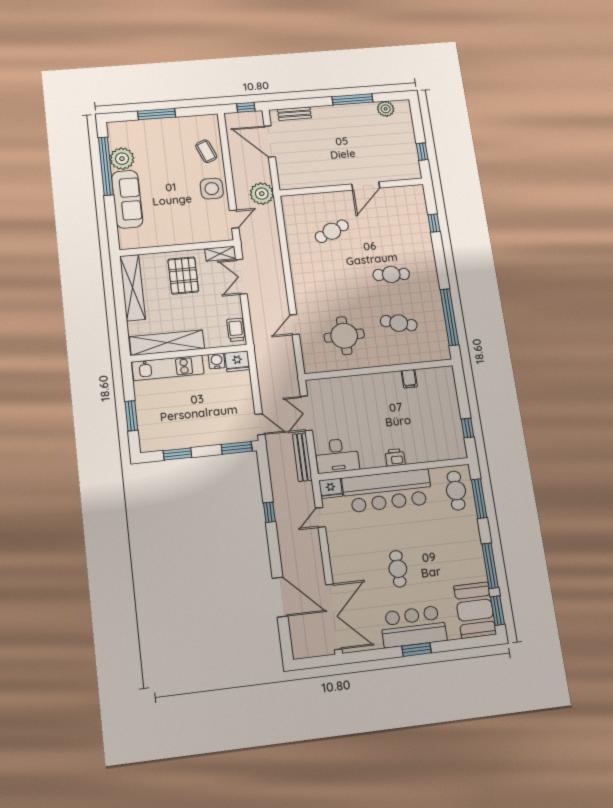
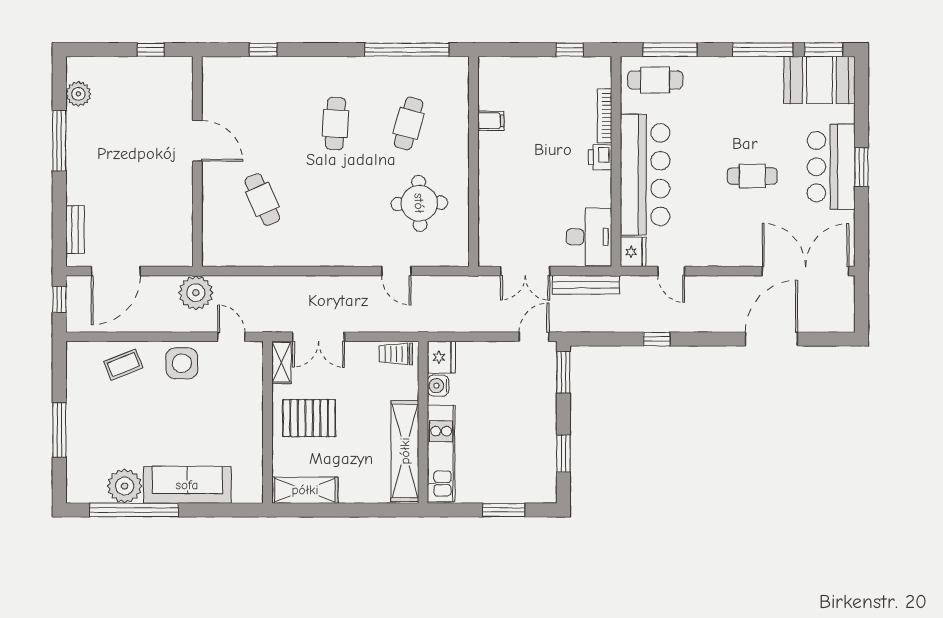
shelving: (133, 288) -> (305, 490), width x0.68
bookcase: (425, 457) -> (605, 116), added

